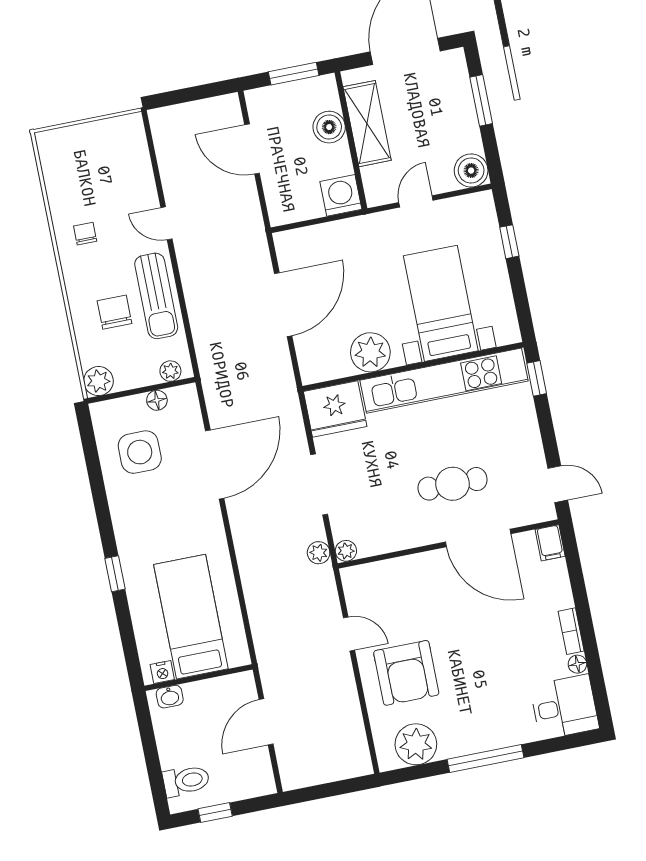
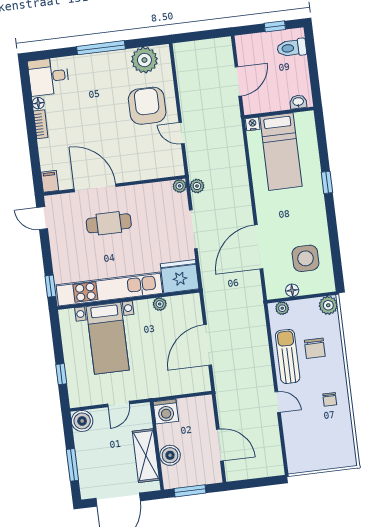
plant: (370, 352) -> (160, 304), width x0.53, depth x0.53
nightstand: (162, 672) -> (253, 124), moved

